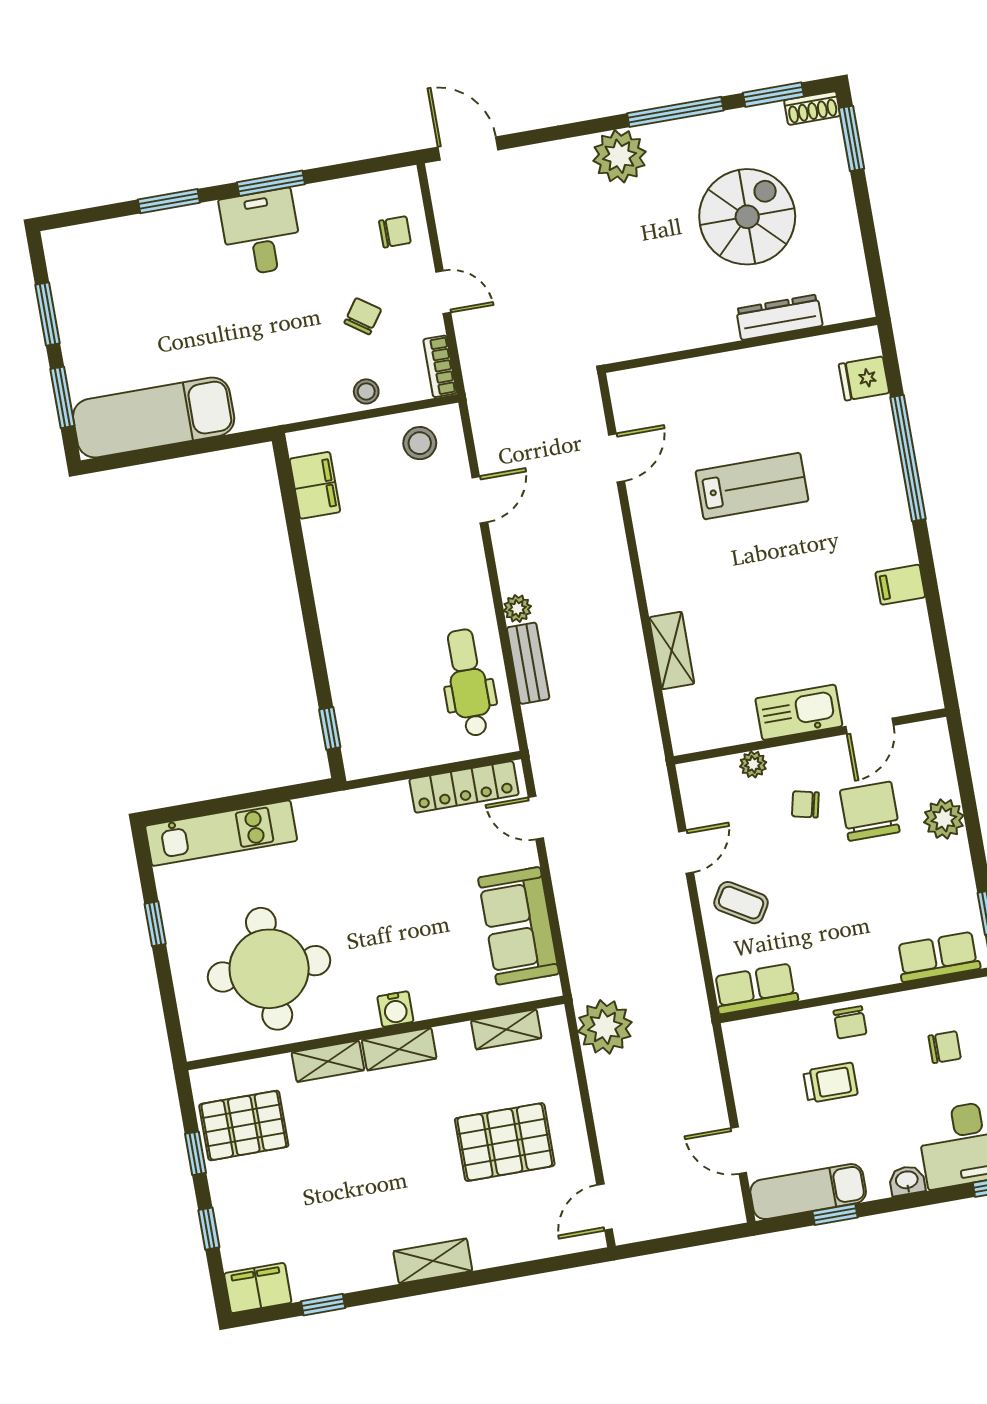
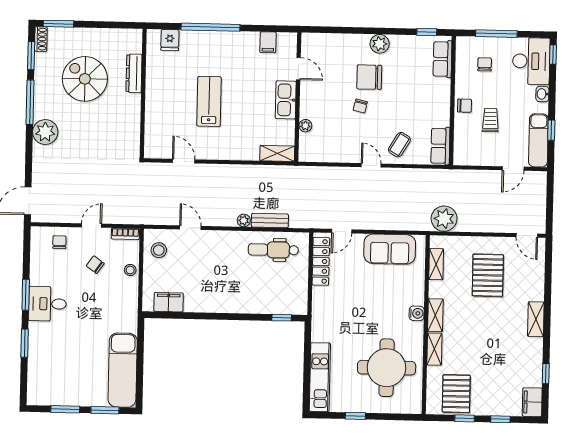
kitchen sink: (799, 712) -> (286, 100), moved
door: (870, 726) -> (298, 69), moved
wall: (810, 736) -> (298, 97), moved
plant: (753, 764) -> (305, 126), moved

